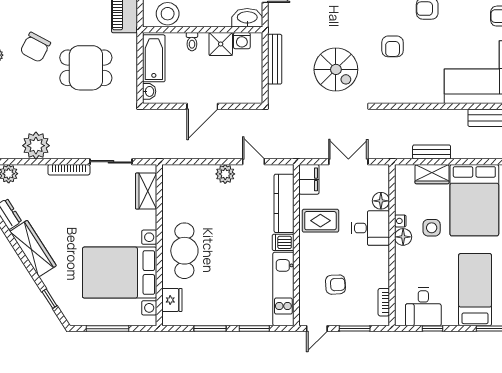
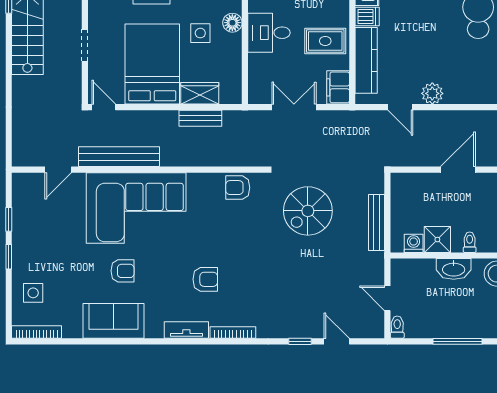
washbasin: (247, 18) -> (454, 269), moved
armchair: (393, 46) -> (238, 188), moved, turned -90
spiral stairs: (336, 69) -> (308, 211), turned -90
double door: (348, 162) -> (294, 107), swing flipped
floor lamp: (381, 201) -> (257, 63), removed
nightstand: (400, 221) -> (236, 41), removed

